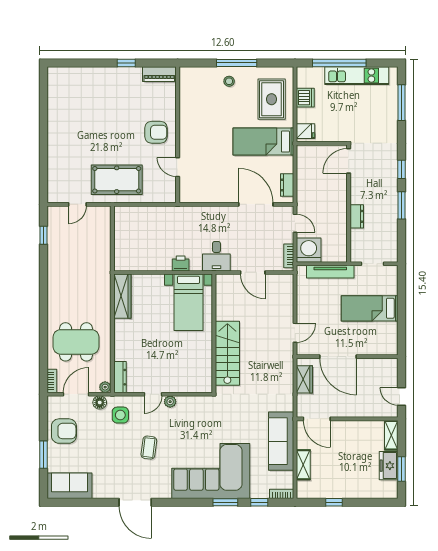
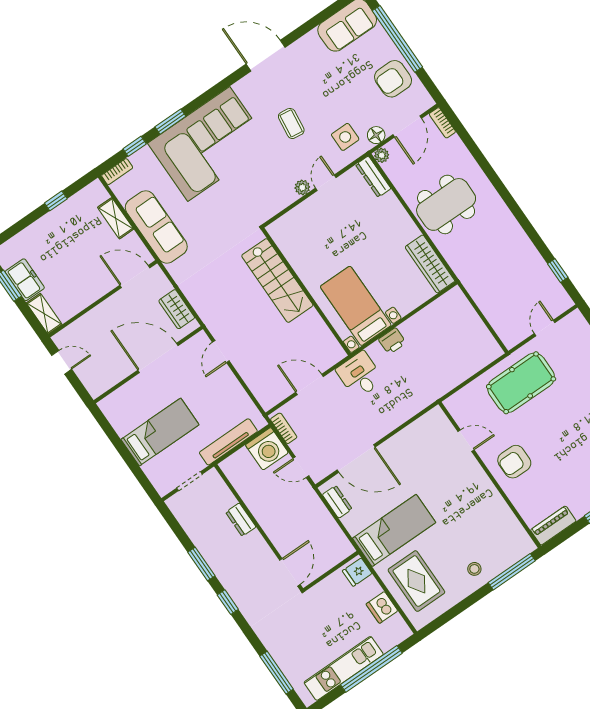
window: (237, 63) -> (512, 572), moved
dining table: (76, 342) -> (446, 204), moved
window: (43, 455) -> (397, 39), width x2.11

